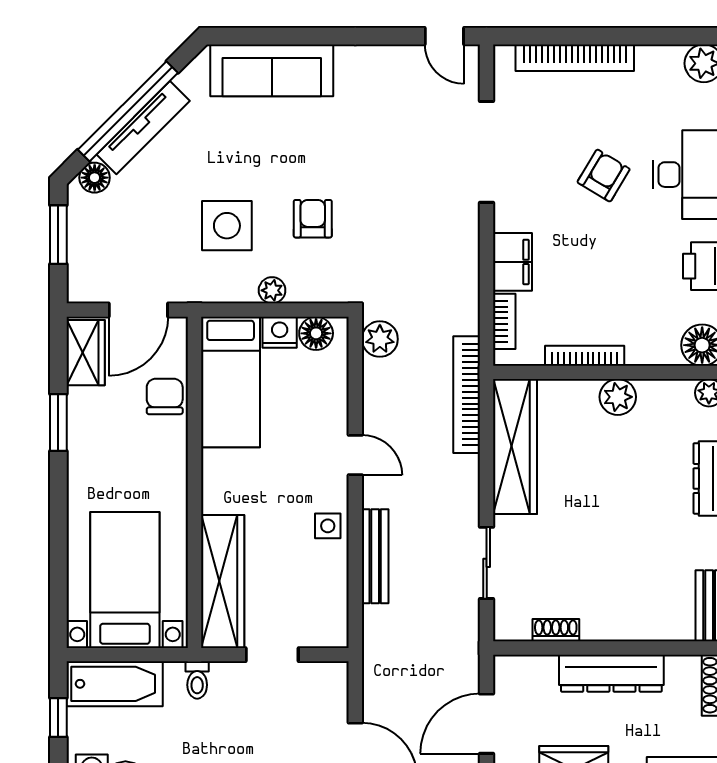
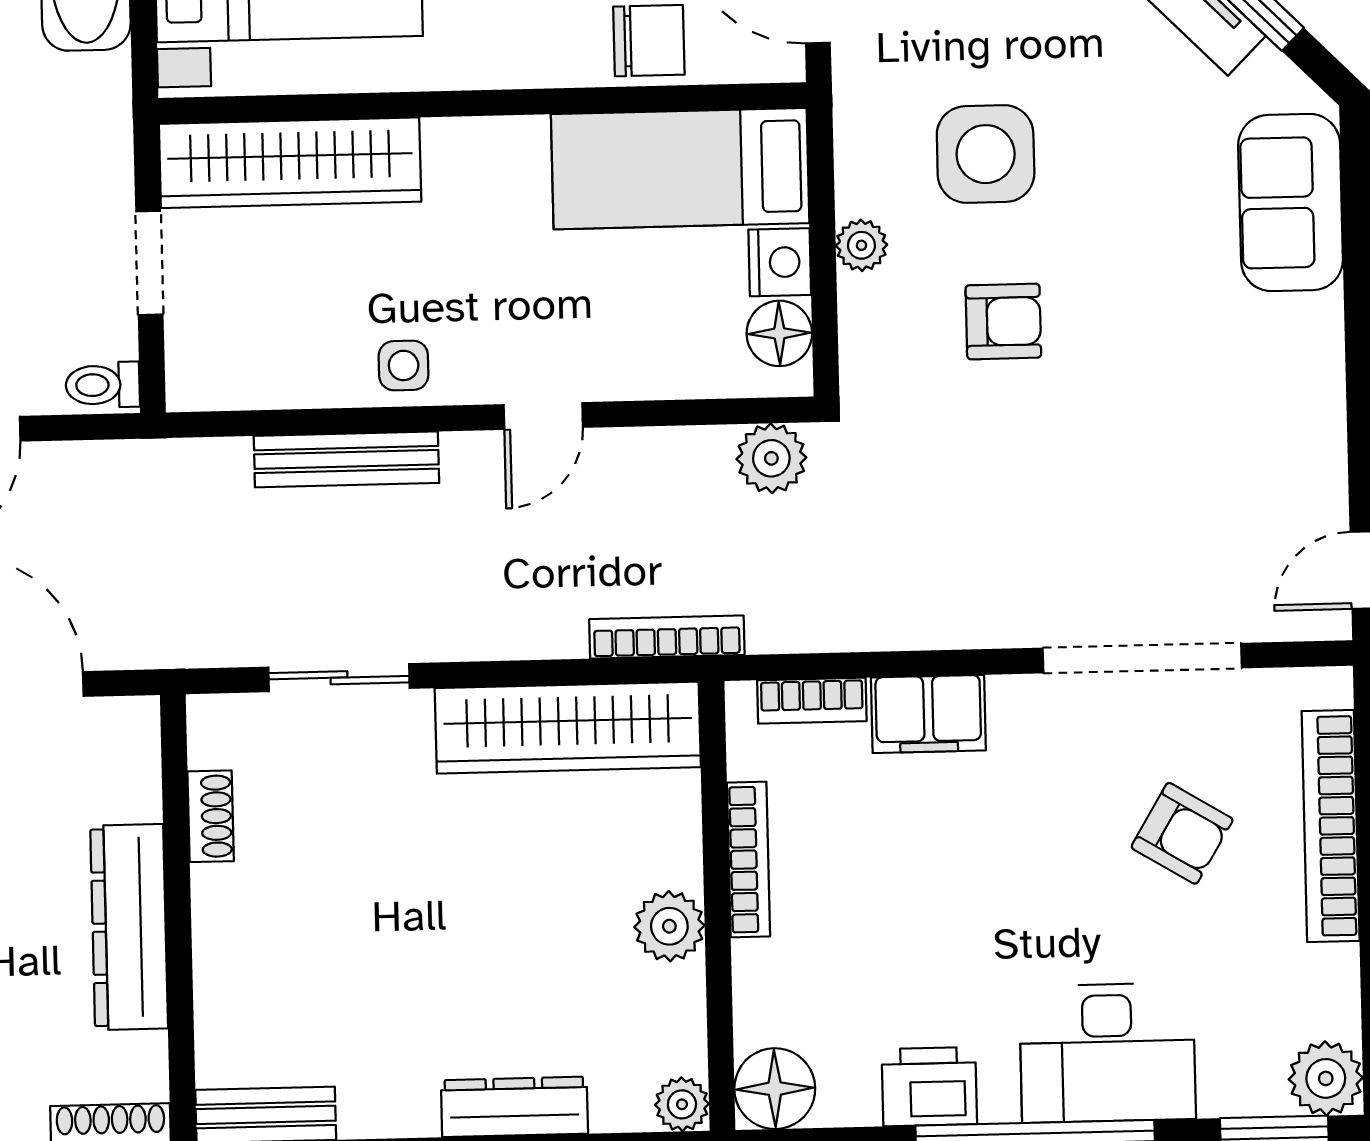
sofa: (272, 70) -> (1291, 203), width x0.73
armchair: (604, 176) -> (1182, 833), moved
bookcase: (467, 395) -> (667, 637), width x0.68, depth x0.76
toilet: (197, 680) -> (103, 385), moved

